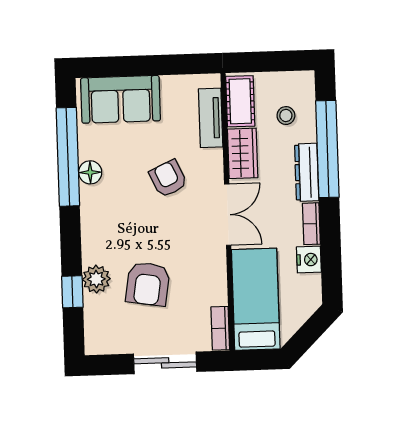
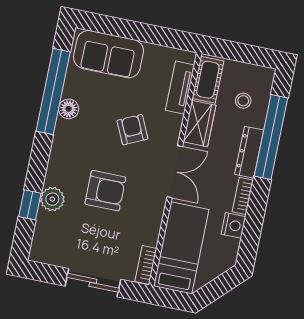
armchair: (148, 284) -> (105, 191), moved, turned -99

